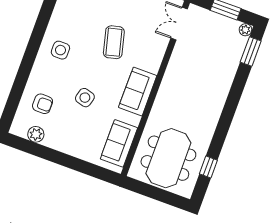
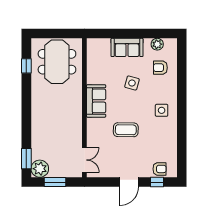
plant: (245, 30) -> (40, 169), width x1.88, depth x1.88
coffee table: (114, 42) -> (126, 130), turned -75
sofa: (119, 143) -> (127, 47), moved, turned 90

